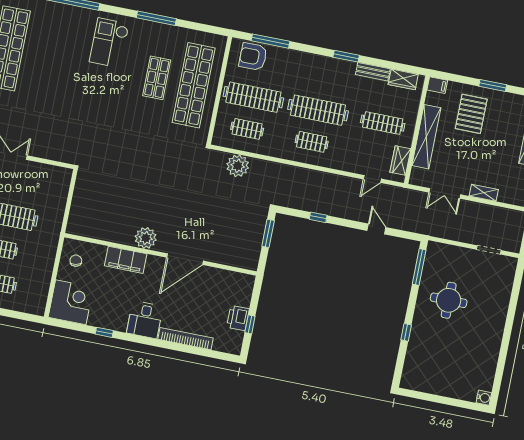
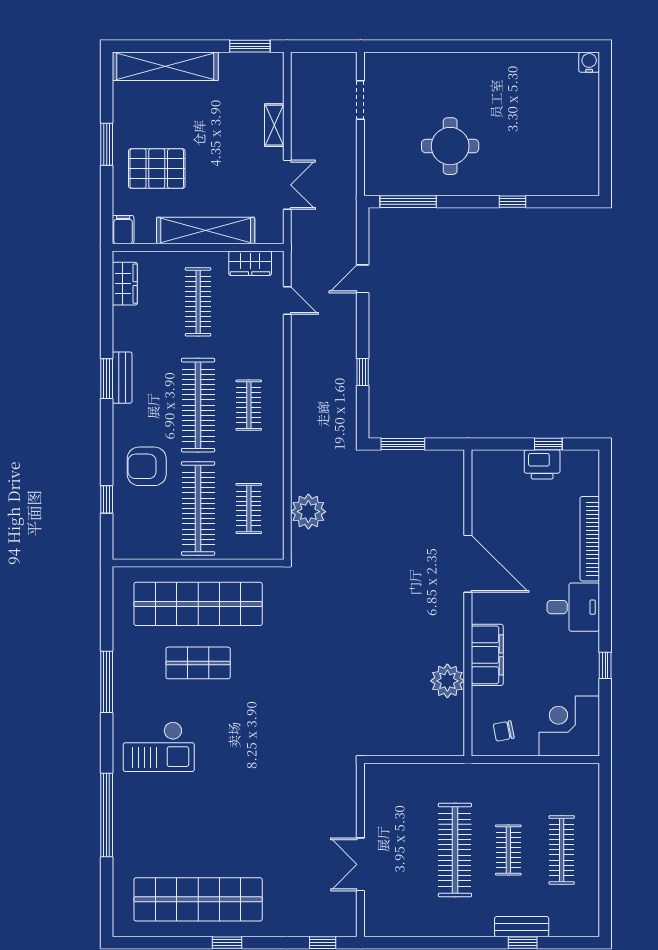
window: (270, 41) -> (107, 499), width x0.46
armchair: (253, 57) -> (147, 466), moved, turned 90
bench: (373, 72) -> (122, 378), moved
plant: (146, 238) -> (447, 681), moved

